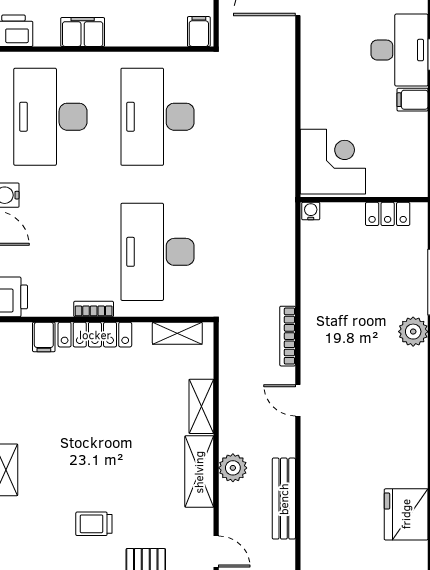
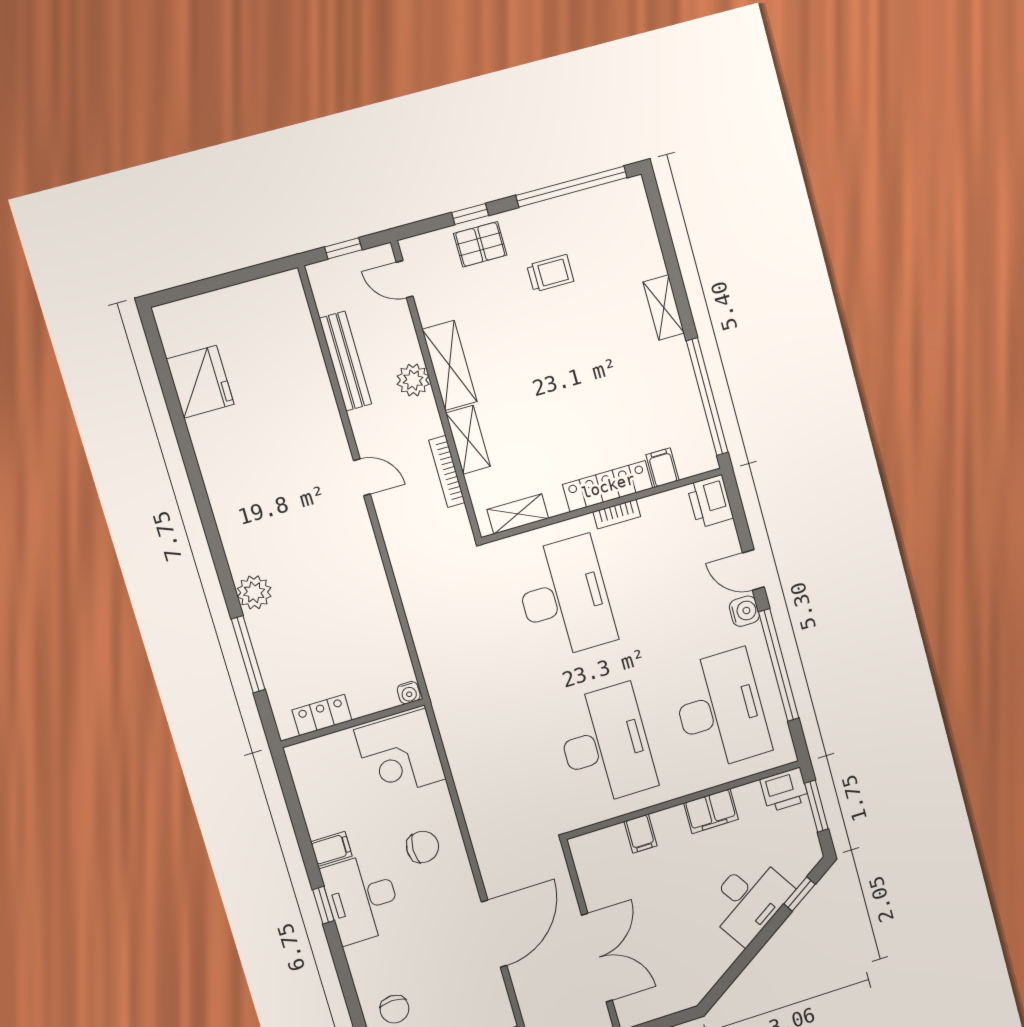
filing cabinet: (199, 32) -> (641, 834), moved
chair: (337, 78) -> (423, 847), added
bookcase: (288, 336) -> (447, 471), moved, turned 180

